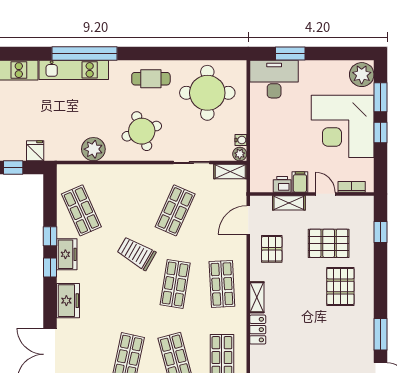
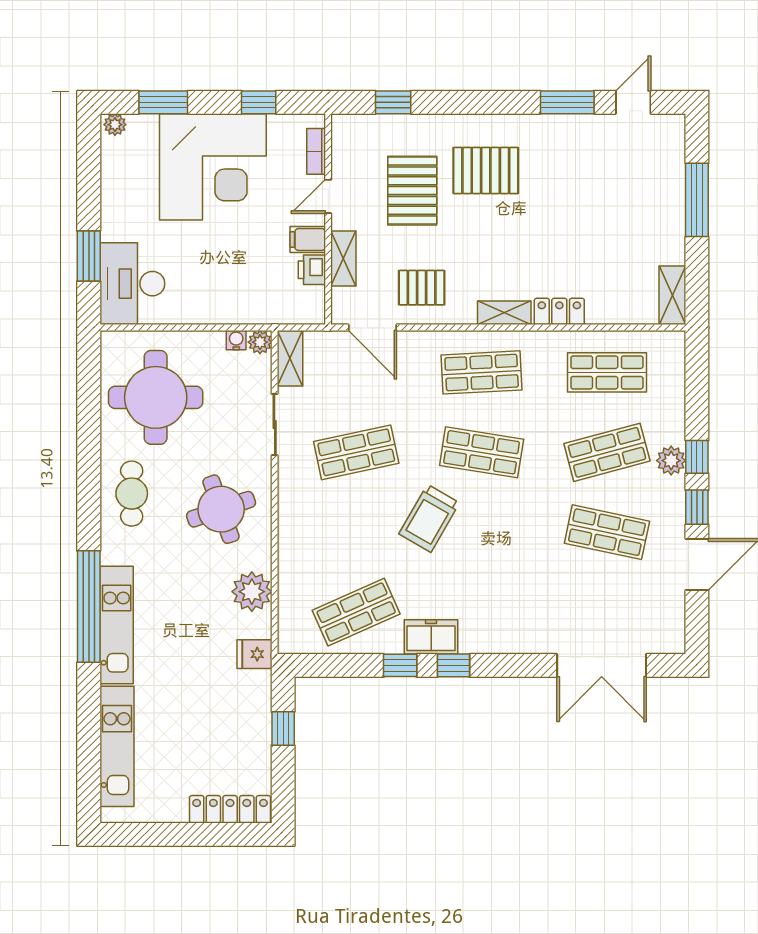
plant: (362, 75) -> (115, 125), width x0.53, depth x0.53
window: (380, 133) -> (259, 102), moved
fridge: (35, 151) -> (254, 654), moved
shop shelf: (175, 210) -> (356, 452), turned -36
freezer: (68, 301) -> (510, 635), removed

